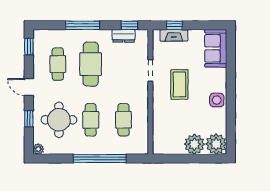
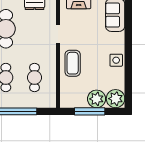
coffee table: (179, 84) -> (73, 63), moved
window: (187, 159) -> (90, 111), added

